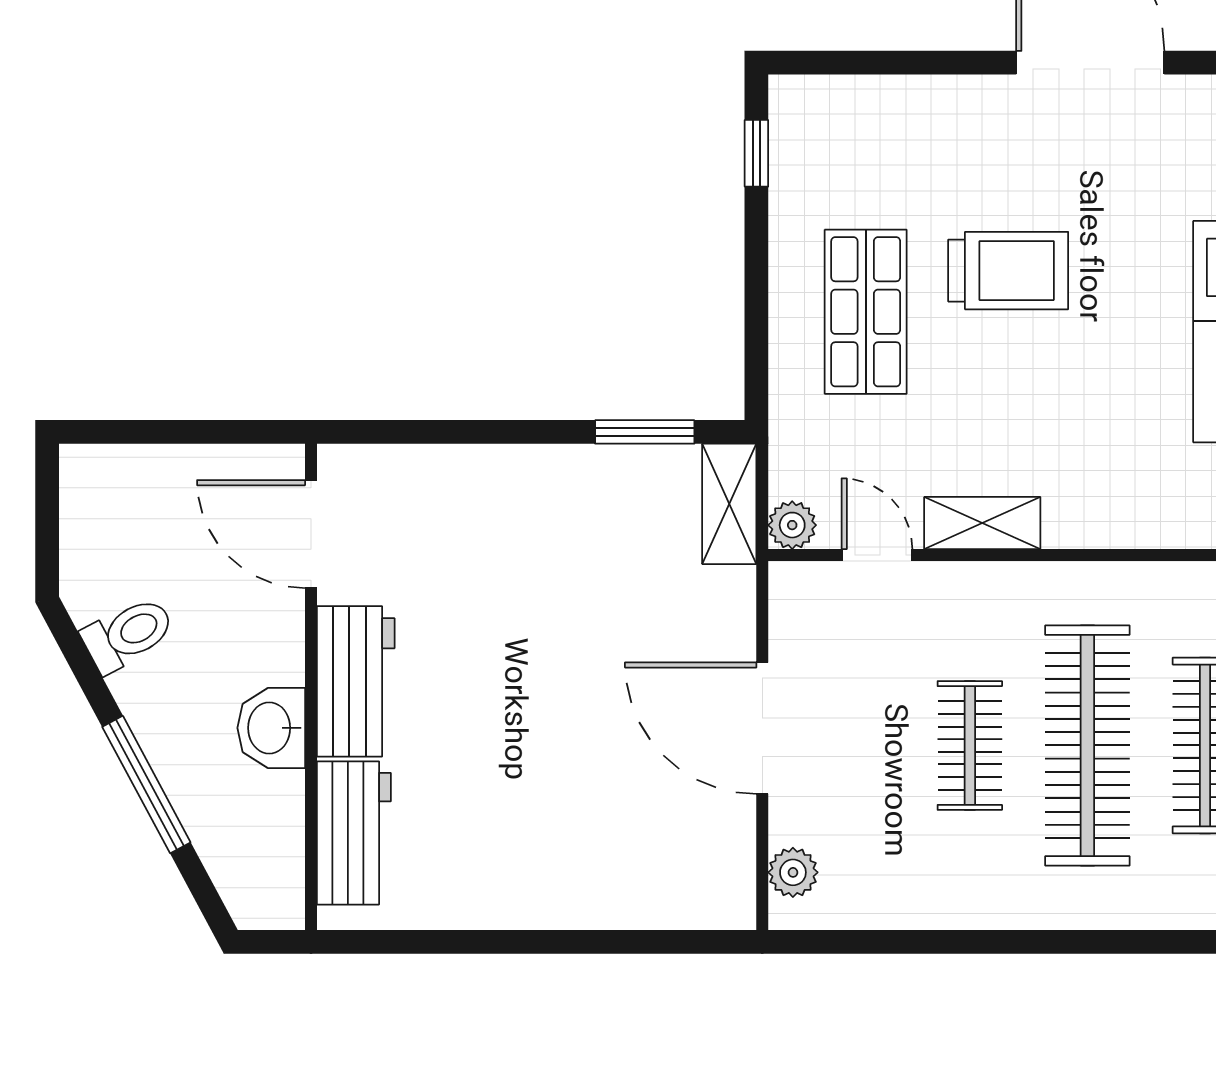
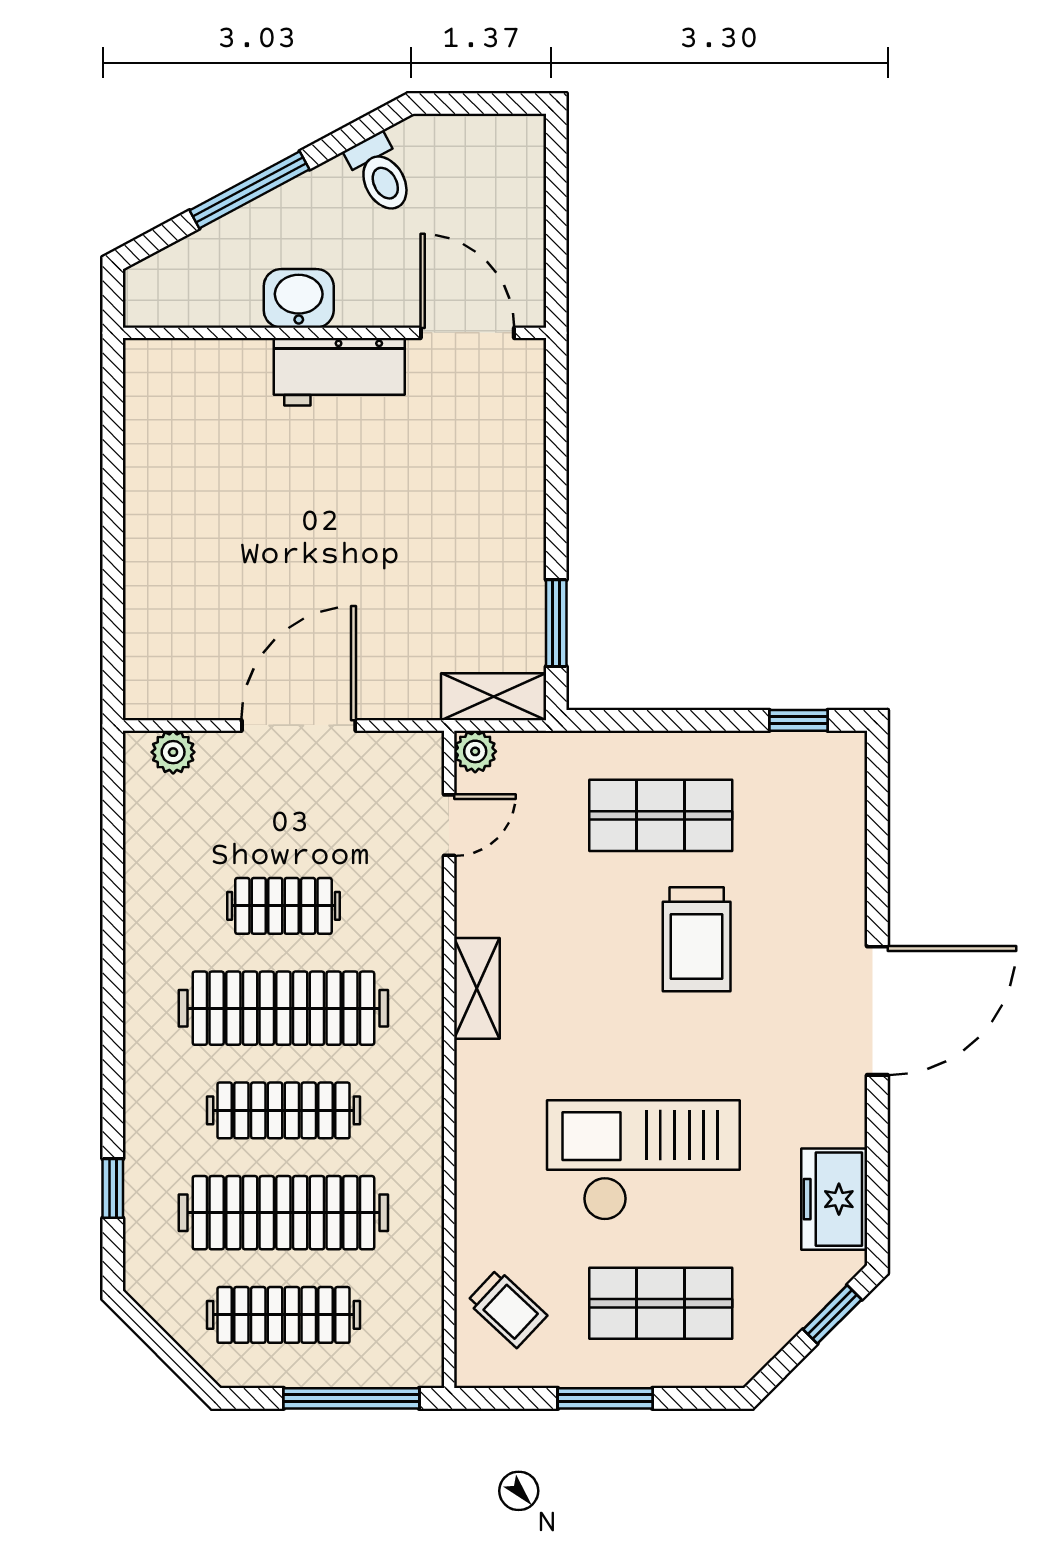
shelving: (982, 523) -> (477, 988), moved
door: (311, 534) -> (467, 333), hinge flipped
workbench: (354, 833) -> (207, 370), removed

